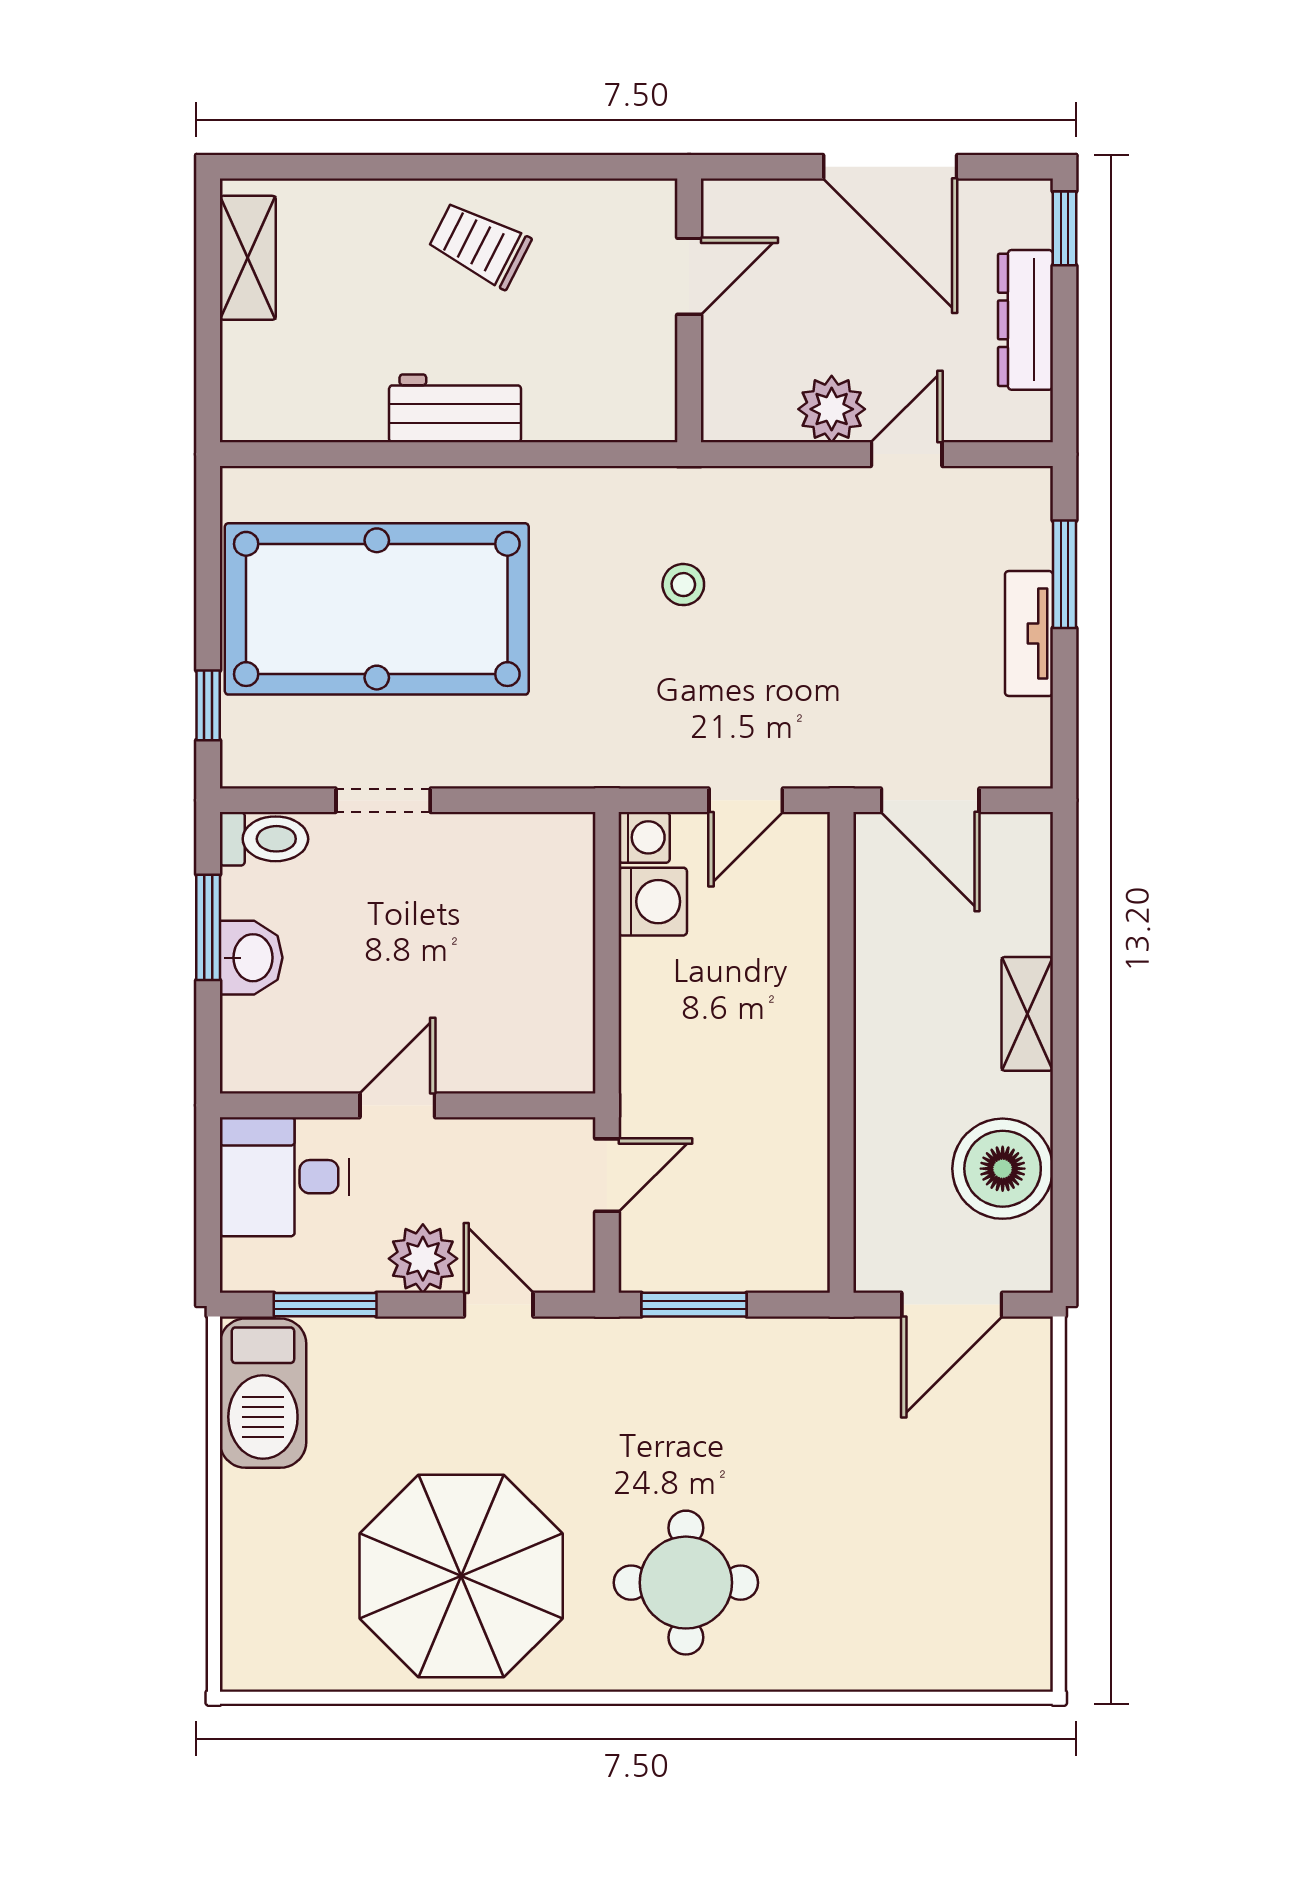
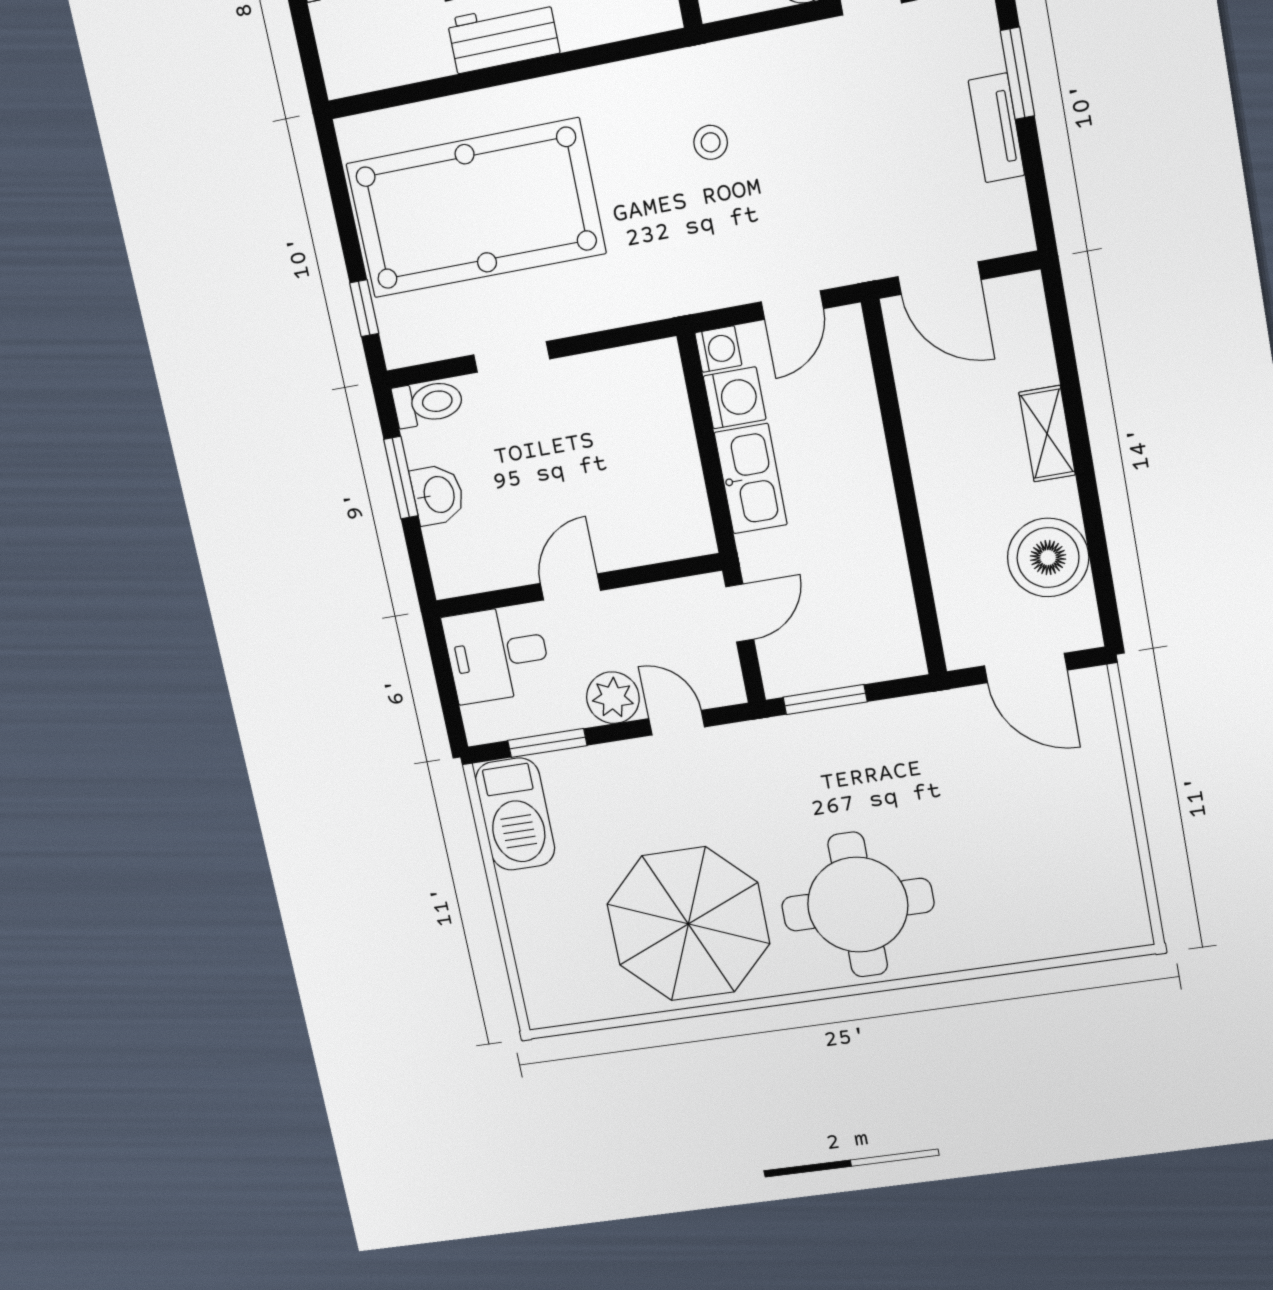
kitchen sink: (654, 1006) -> (751, 479), added
door: (952, 1305) -> (1026, 668), hinge flipped
round table: (686, 1583) -> (858, 905), width x1.36, depth x1.36

